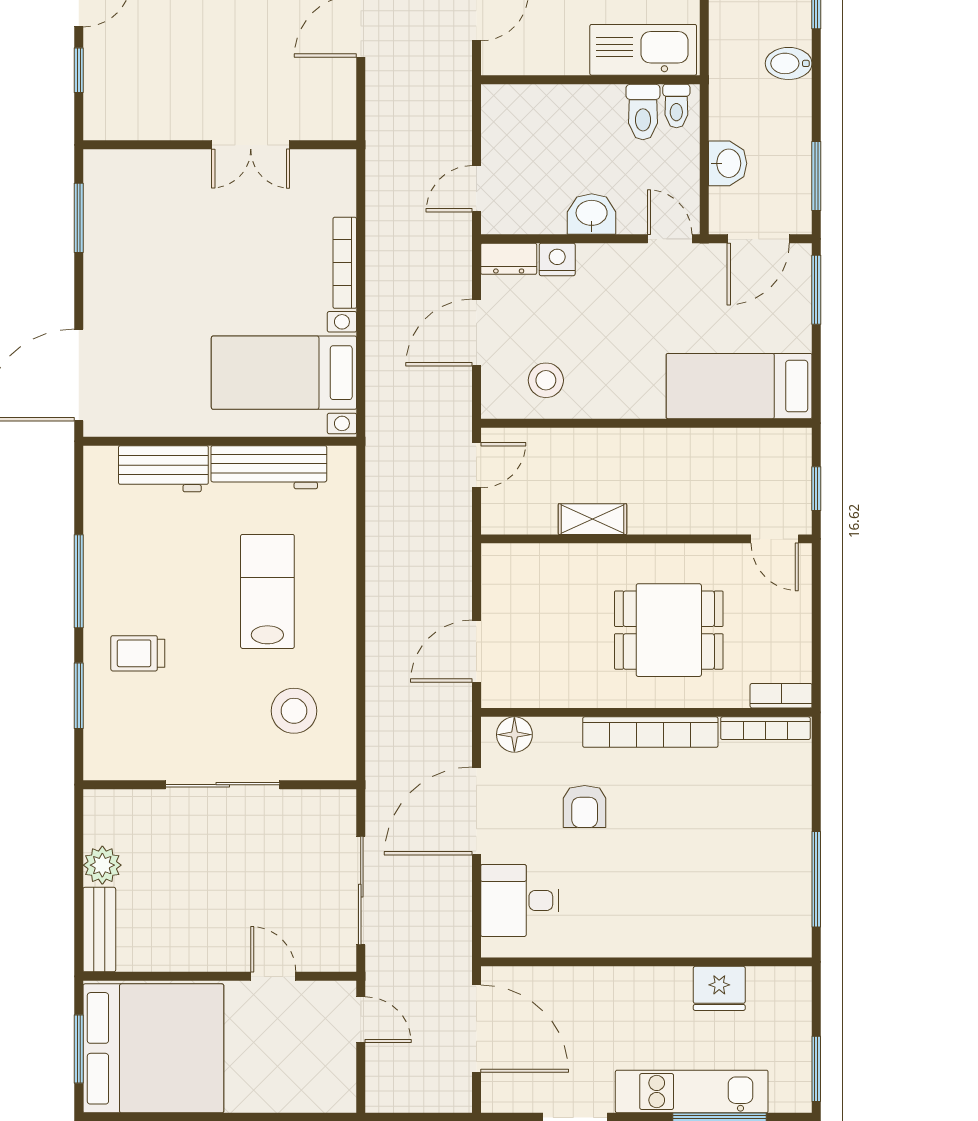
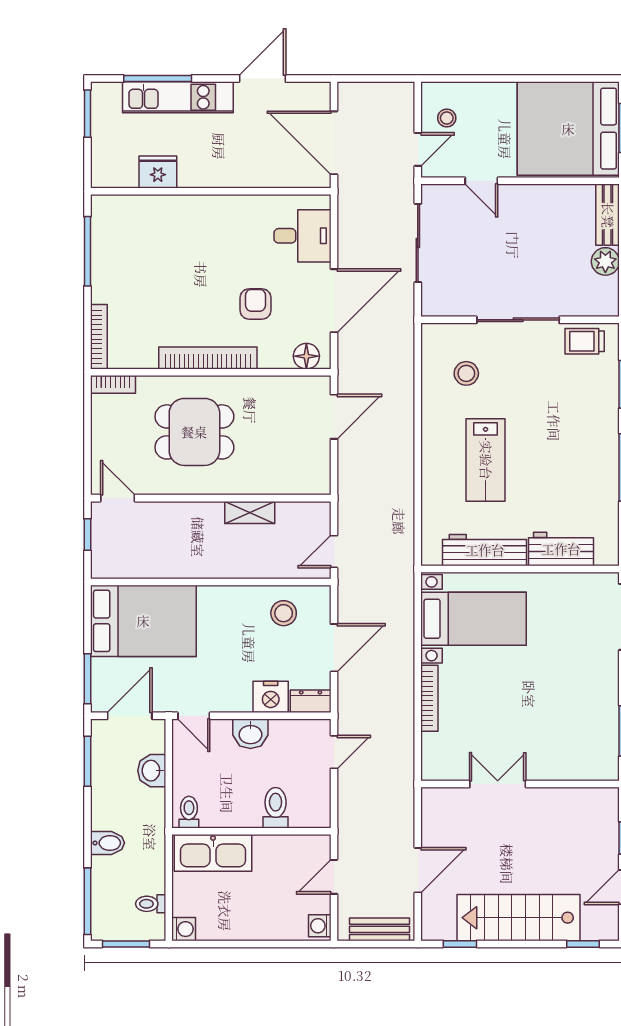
toilet: (643, 112) -> (276, 808), moved
nightstand: (557, 259) -> (271, 697), width x1.36, depth x1.33
bed: (739, 386) -> (143, 621), width x1.50
trolley: (138, 653) -> (585, 341), moved, turned 180
stool: (294, 711) -> (466, 373), width x0.73, depth x0.73
bookcase: (765, 728) -> (99, 337), moved, turned 90
door: (361, 1020) -> (418, 149), swing flipped
stool: (321, 1063) -> (447, 118), added

